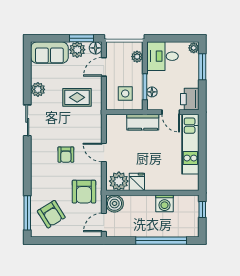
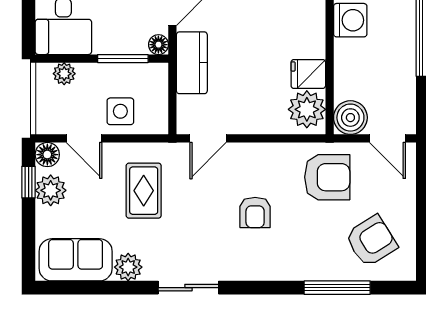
window: (81, 38) -> (29, 182), width x0.67
sofa: (49, 53) -> (76, 260), moved, turned -90
floor lamp: (152, 92) -> (158, 45), moved
side table: (125, 94) -> (120, 111), moved
door: (104, 152) -> (208, 138), moved
armchair: (66, 155) -> (255, 212), turned 90
window: (27, 213) -> (337, 288), moved

